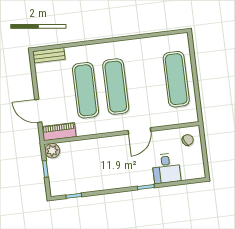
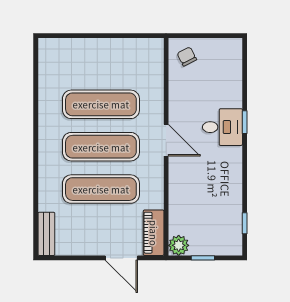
exercise mat: (176, 79) -> (101, 104), moved
door: (38, 111) -> (121, 258), hinge flipped
door: (139, 131) -> (166, 140), moved
desk: (166, 168) -> (222, 127), moved

